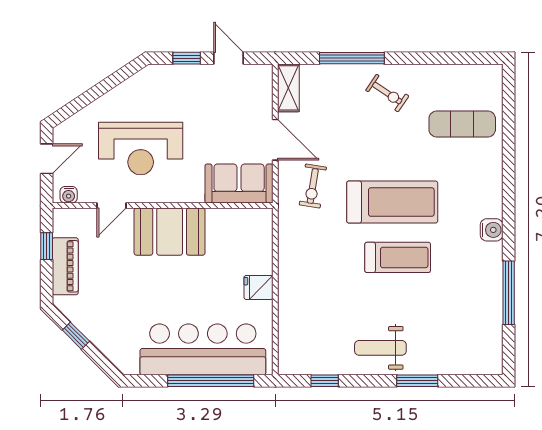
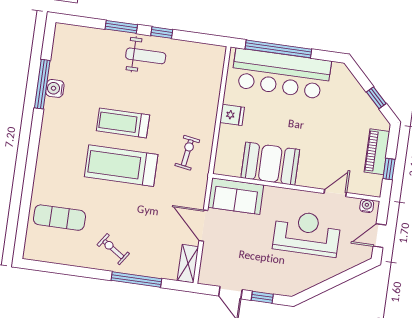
exercise bike: (313, 186) -> (187, 153), moved
water cooler: (492, 230) -> (55, 88), moved
booth: (170, 232) -> (270, 164), moved
window: (325, 381) -> (162, 33), moved

